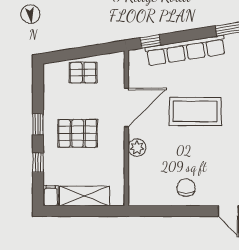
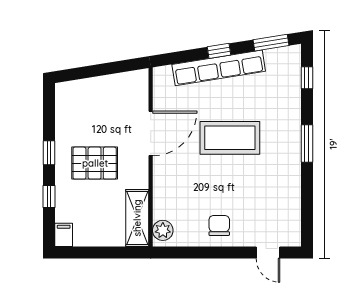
window: (150, 41) -> (219, 51), moved
pallet: (83, 73) -> (101, 93), removed
plant: (137, 148) -> (163, 230), moved
shelving: (85, 196) -> (137, 218), moved, turned 90

